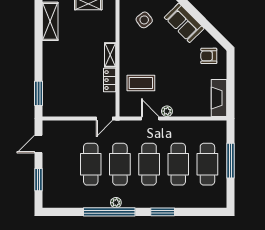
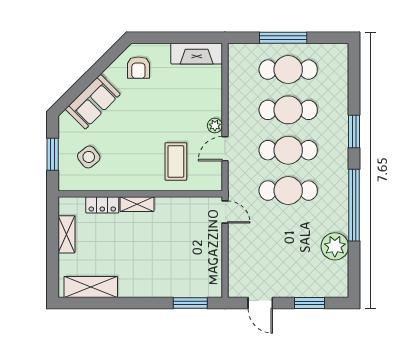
locker: (110, 80) -> (102, 205), moved
cafe table: (91, 164) -> (288, 231), removed
plant: (116, 203) -> (335, 246), moved, width x1.87, depth x1.87

